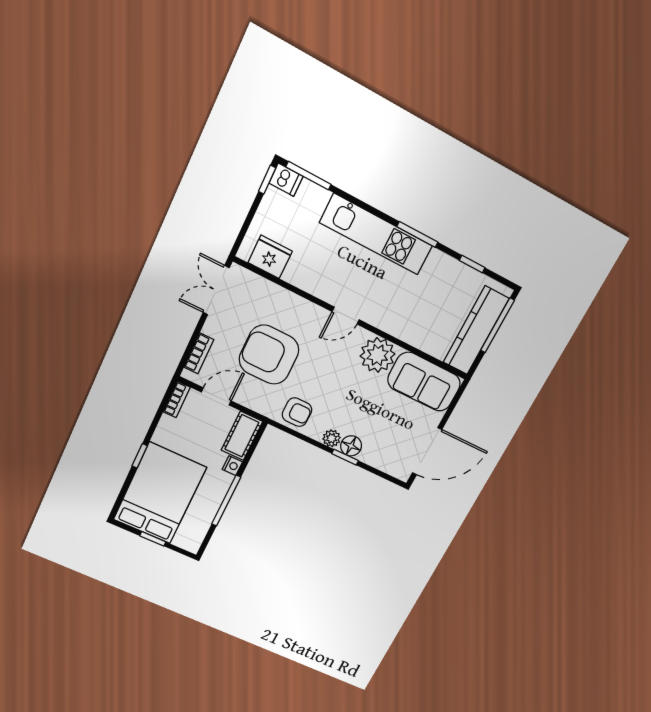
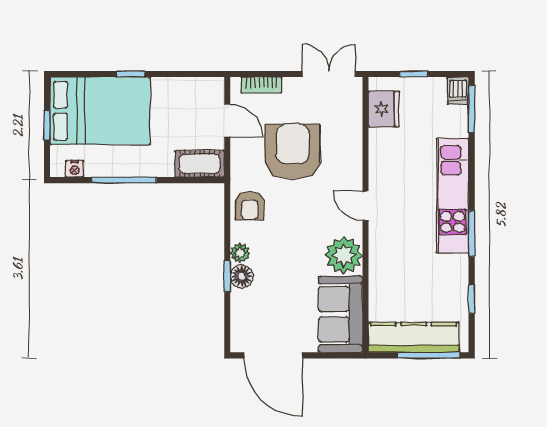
window: (267, 180) -> (414, 74), moved
bookcase: (177, 400) -> (206, 84), removed
nightstand: (232, 466) -> (75, 169), moved

